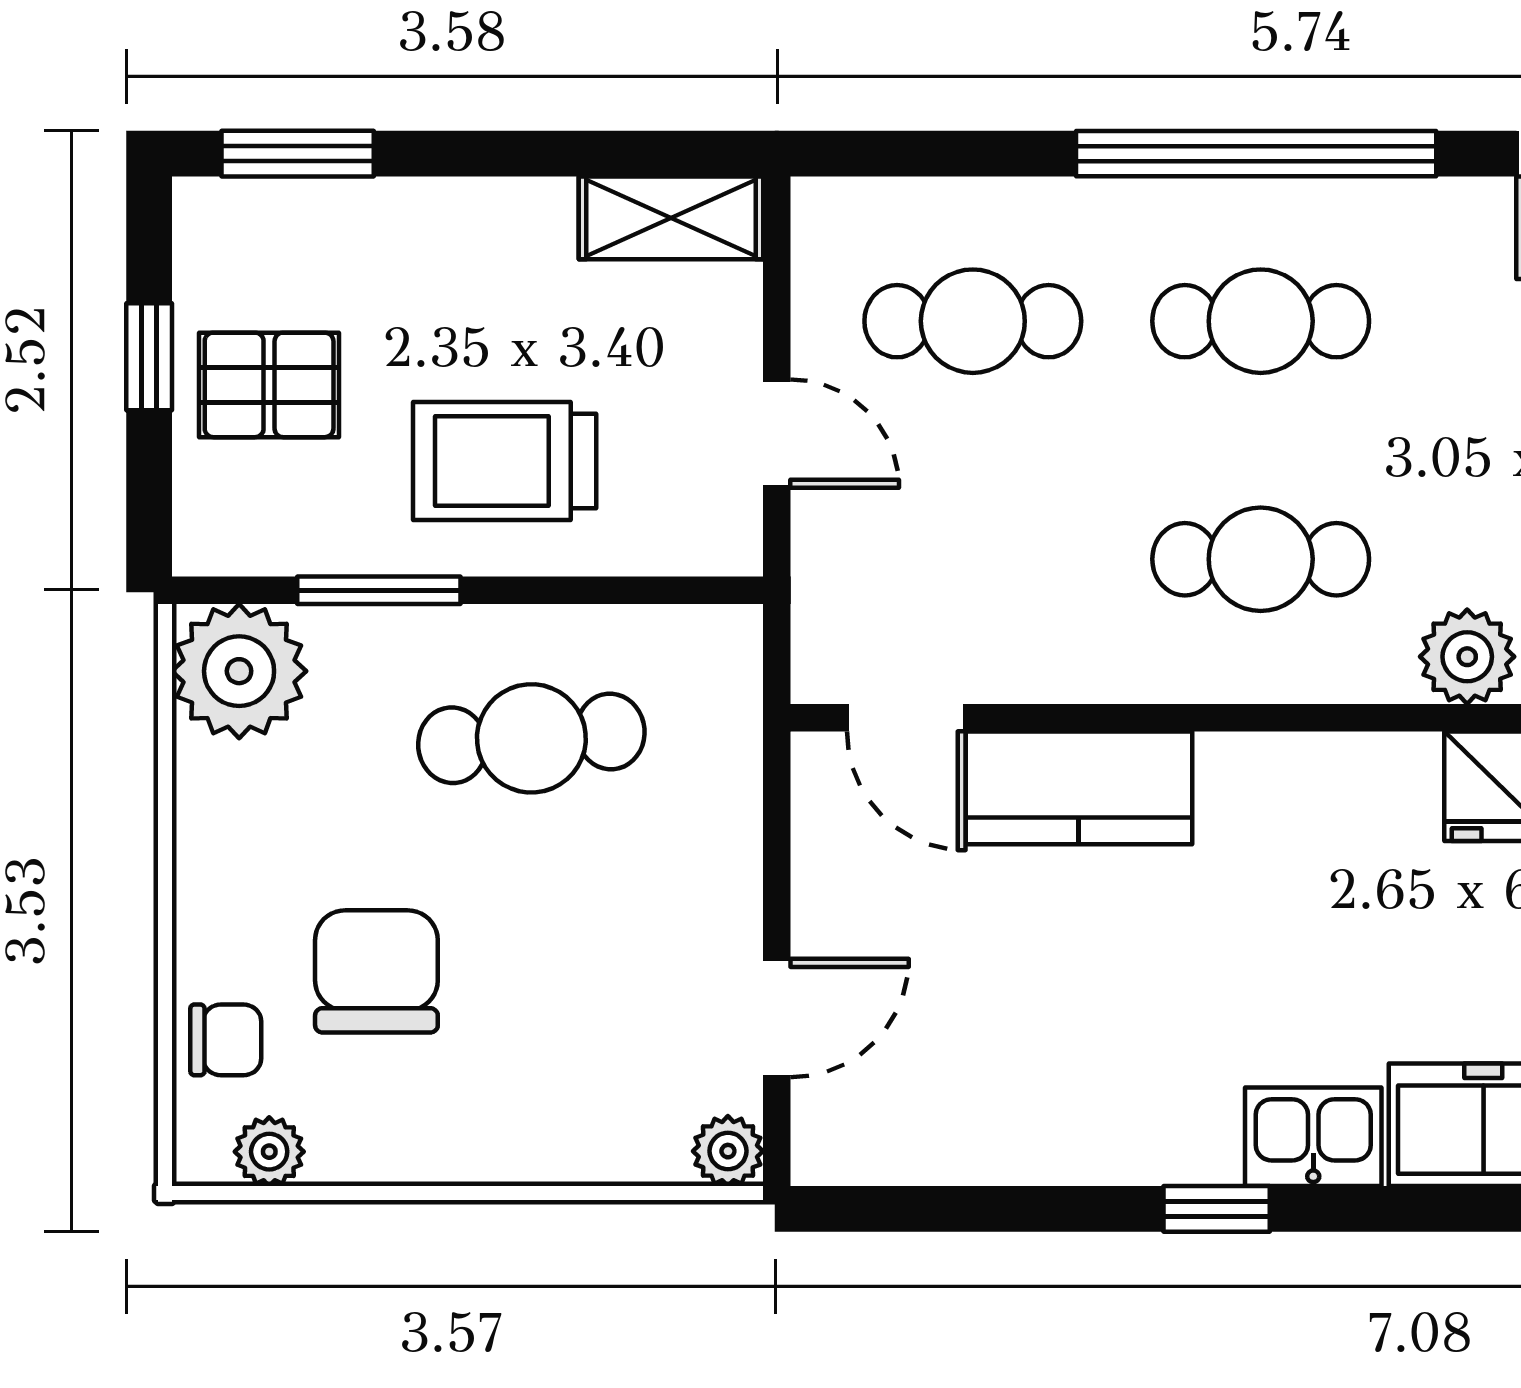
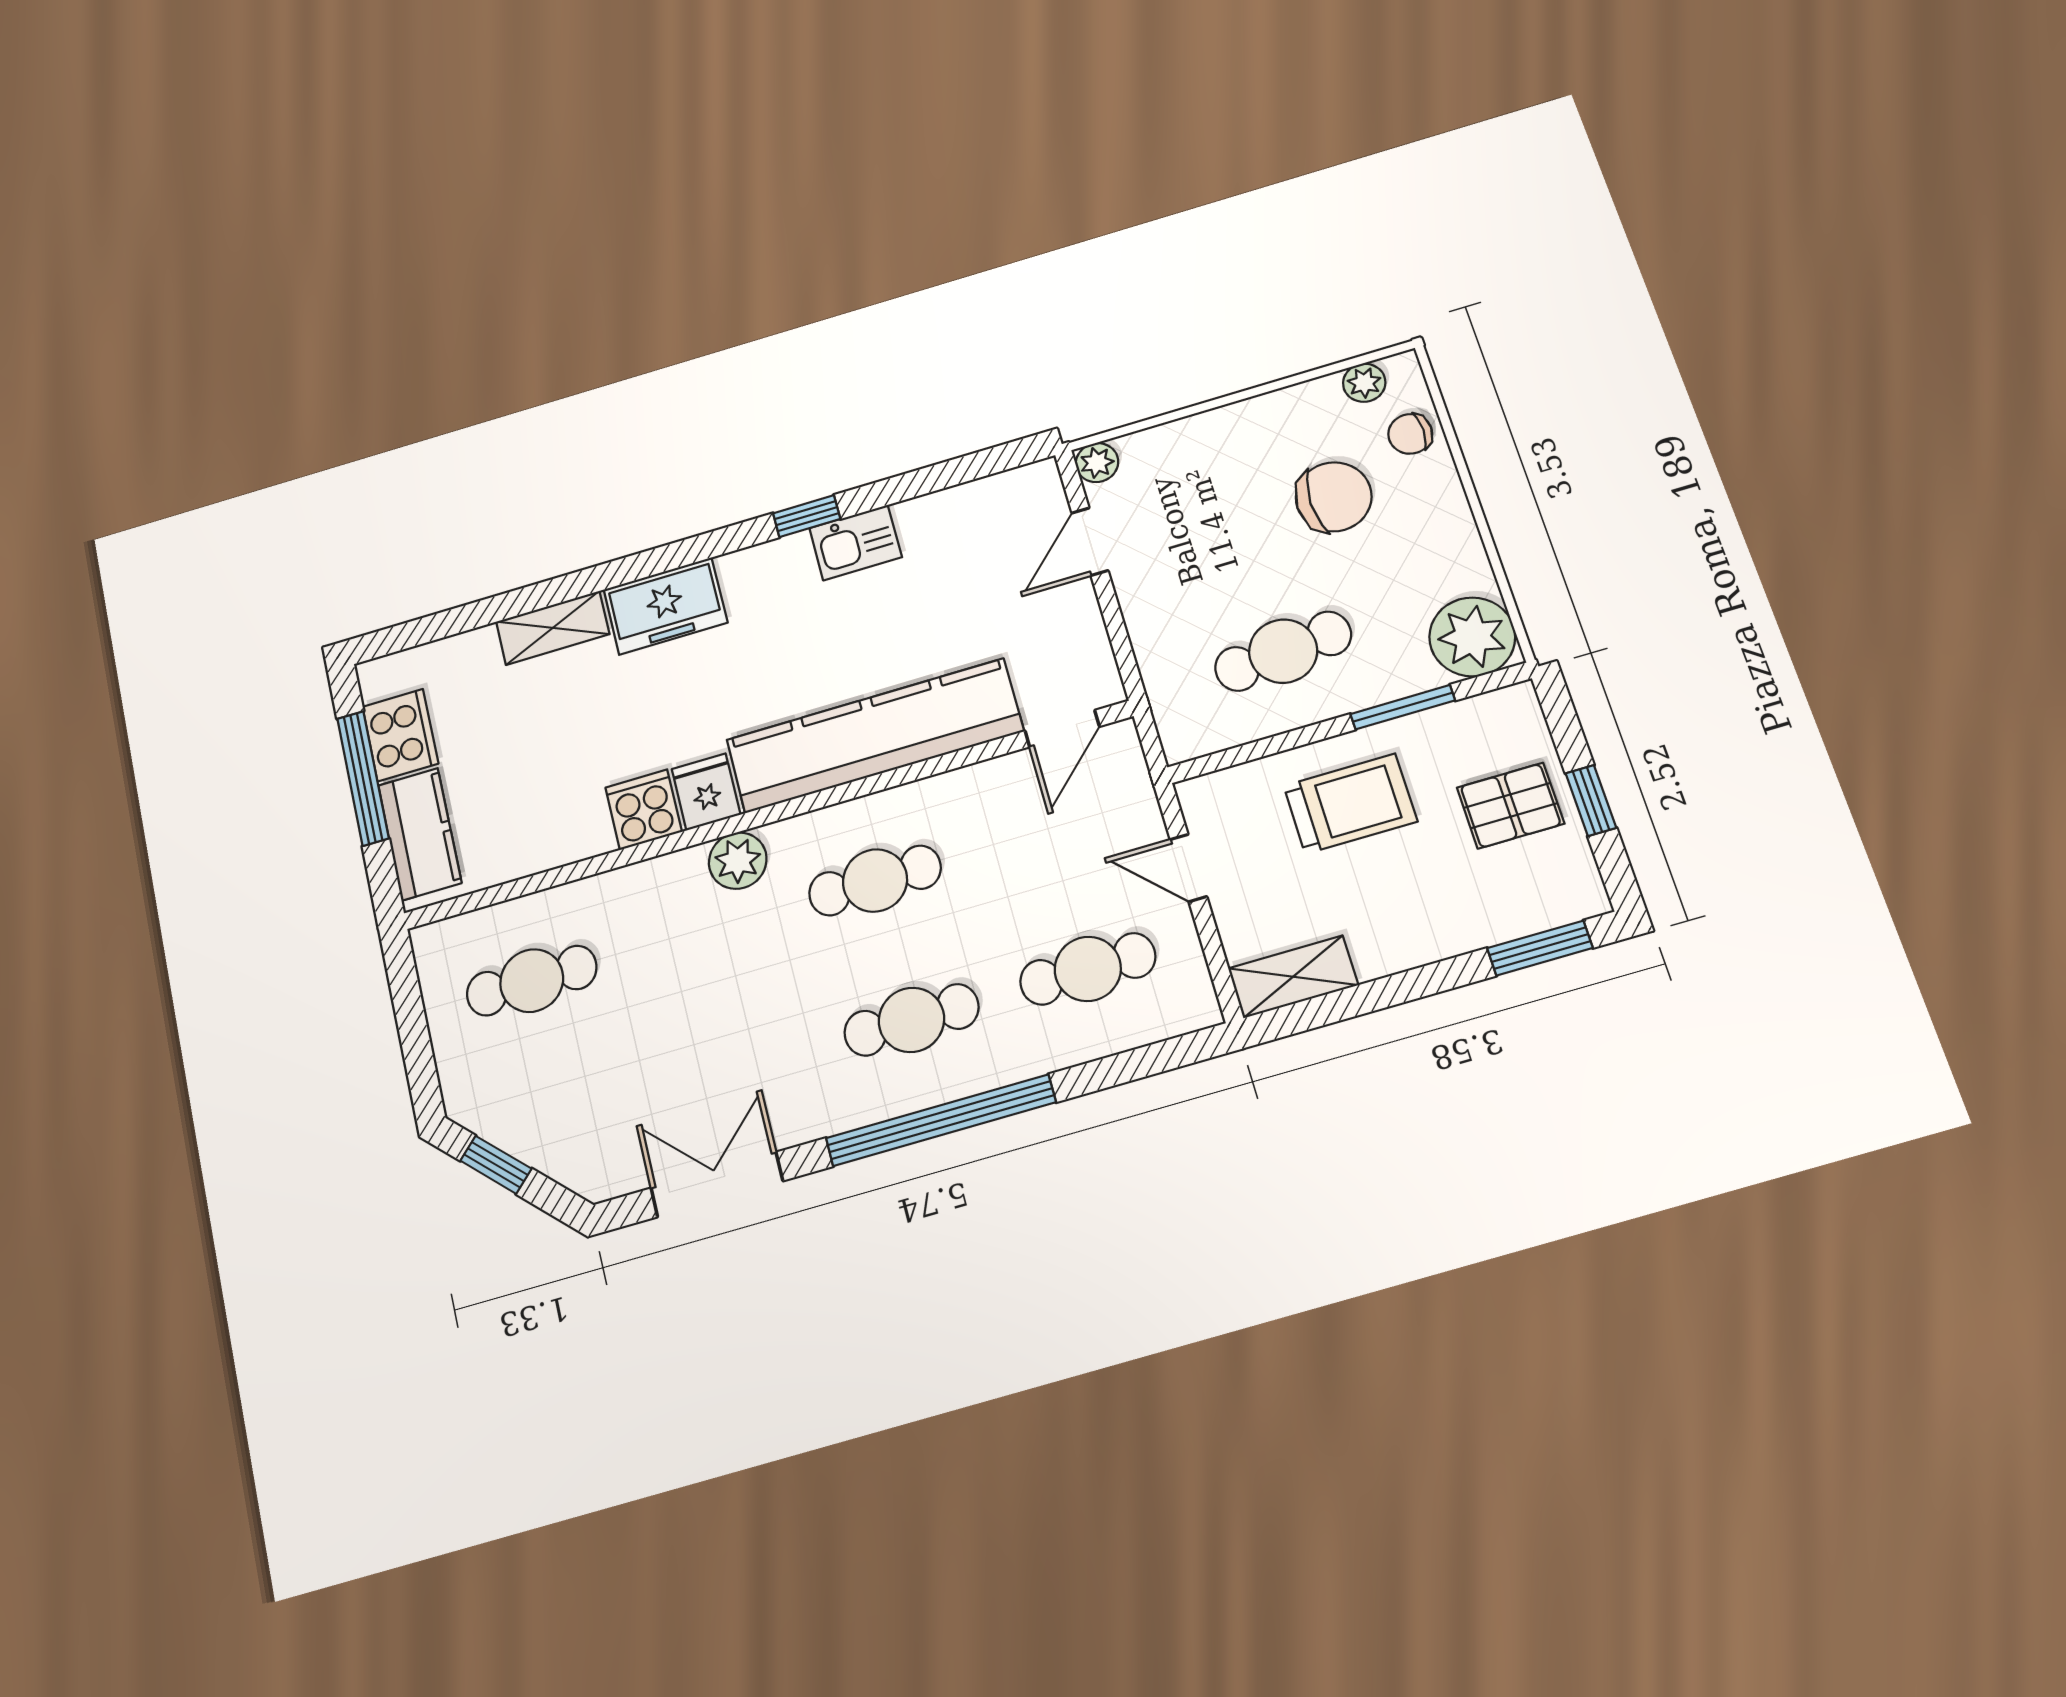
door: (906, 718) -> (1062, 729), swing flipped
kitchen counter: (1079, 788) -> (875, 736), width x2.08, depth x1.17
chair: (376, 971) -> (1334, 497), turned -90
kitchen sink: (1313, 1137) -> (856, 543), moved

